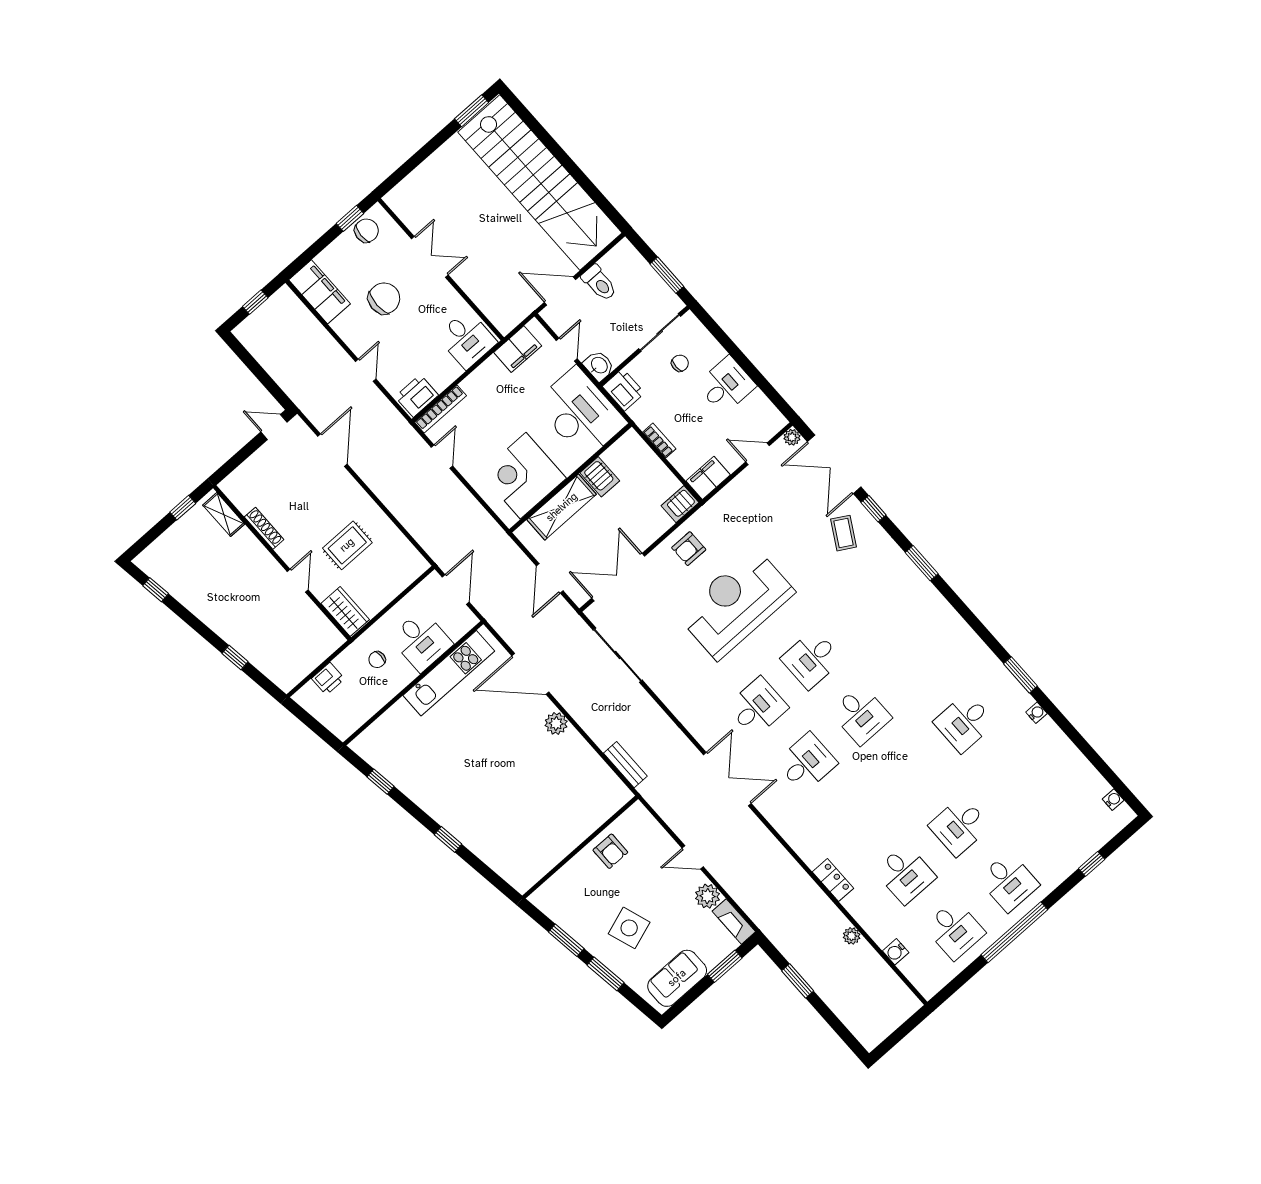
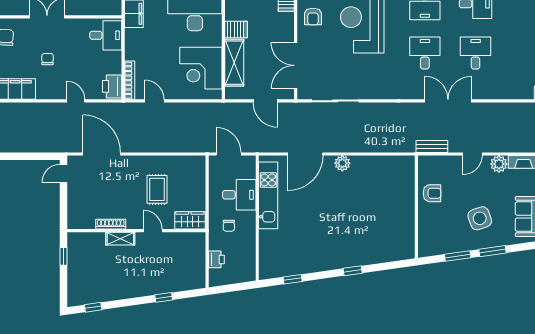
chair: (384, 298) -> (48, 59), width x0.54, depth x0.54
door: (332, 450) -> (102, 154), width x1.36
shelving: (224, 515) -> (120, 239), moved
bench: (625, 765) -> (432, 146), moved

